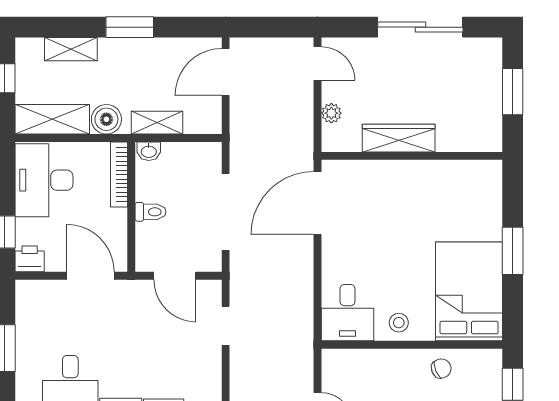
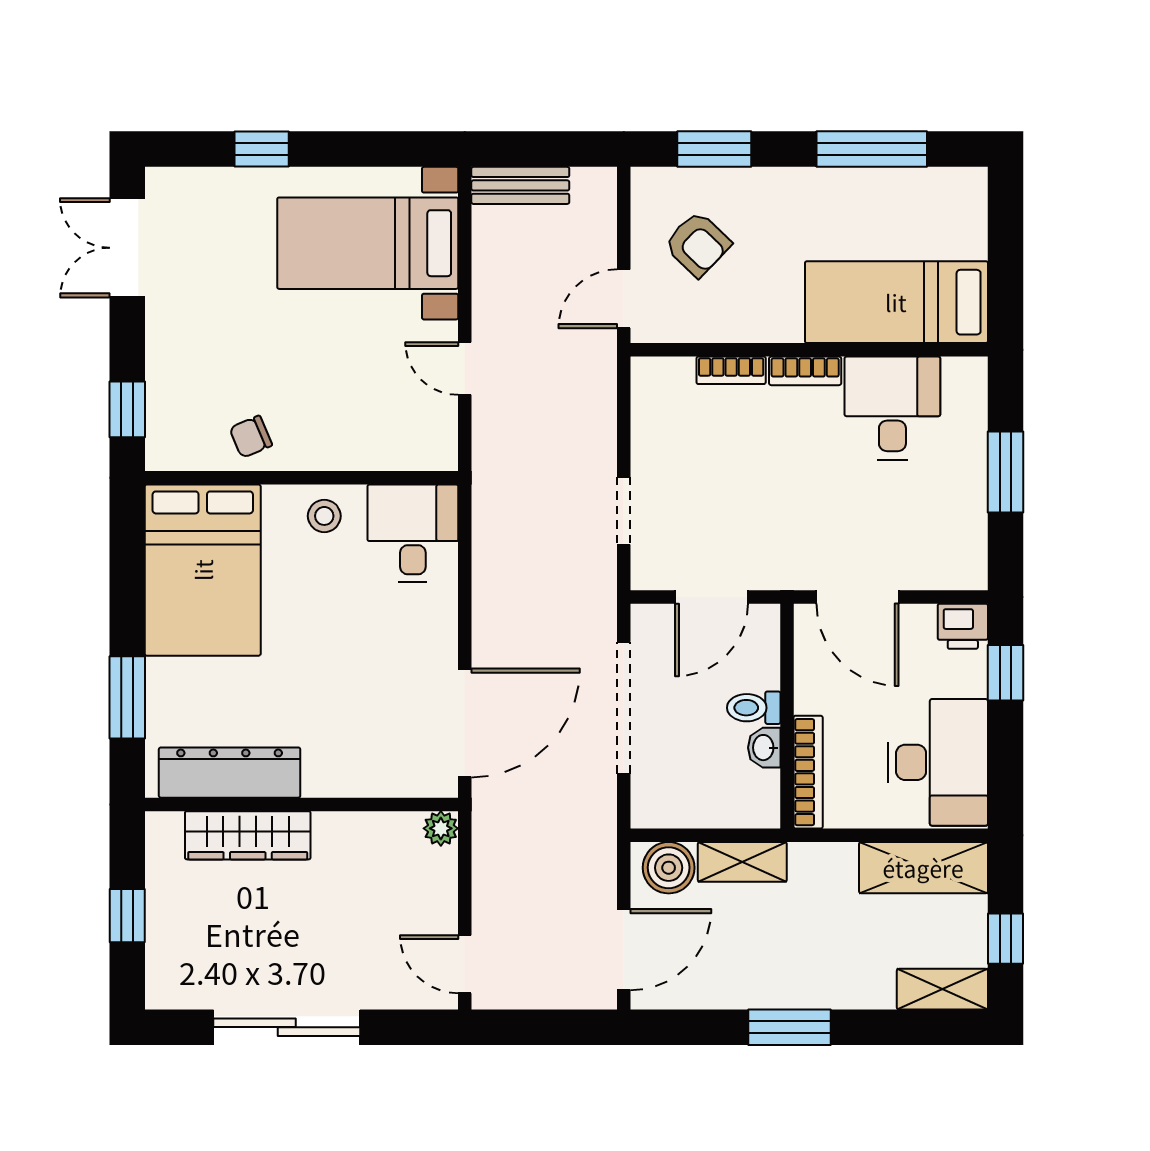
shelving: (71, 49) -> (942, 989), moved
window: (513, 92) -> (127, 916), width x0.67
plant: (331, 113) -> (441, 828), moved
boiler: (106, 119) -> (669, 868), moved
wardrobe: (399, 138) -> (248, 835), moved
washbasin: (149, 151) -> (764, 748), moved, turned -90
dresser: (454, 174) -> (230, 773), added
window: (513, 251) -> (127, 697), moved
door: (175, 276) -> (711, 597), swing flipped

